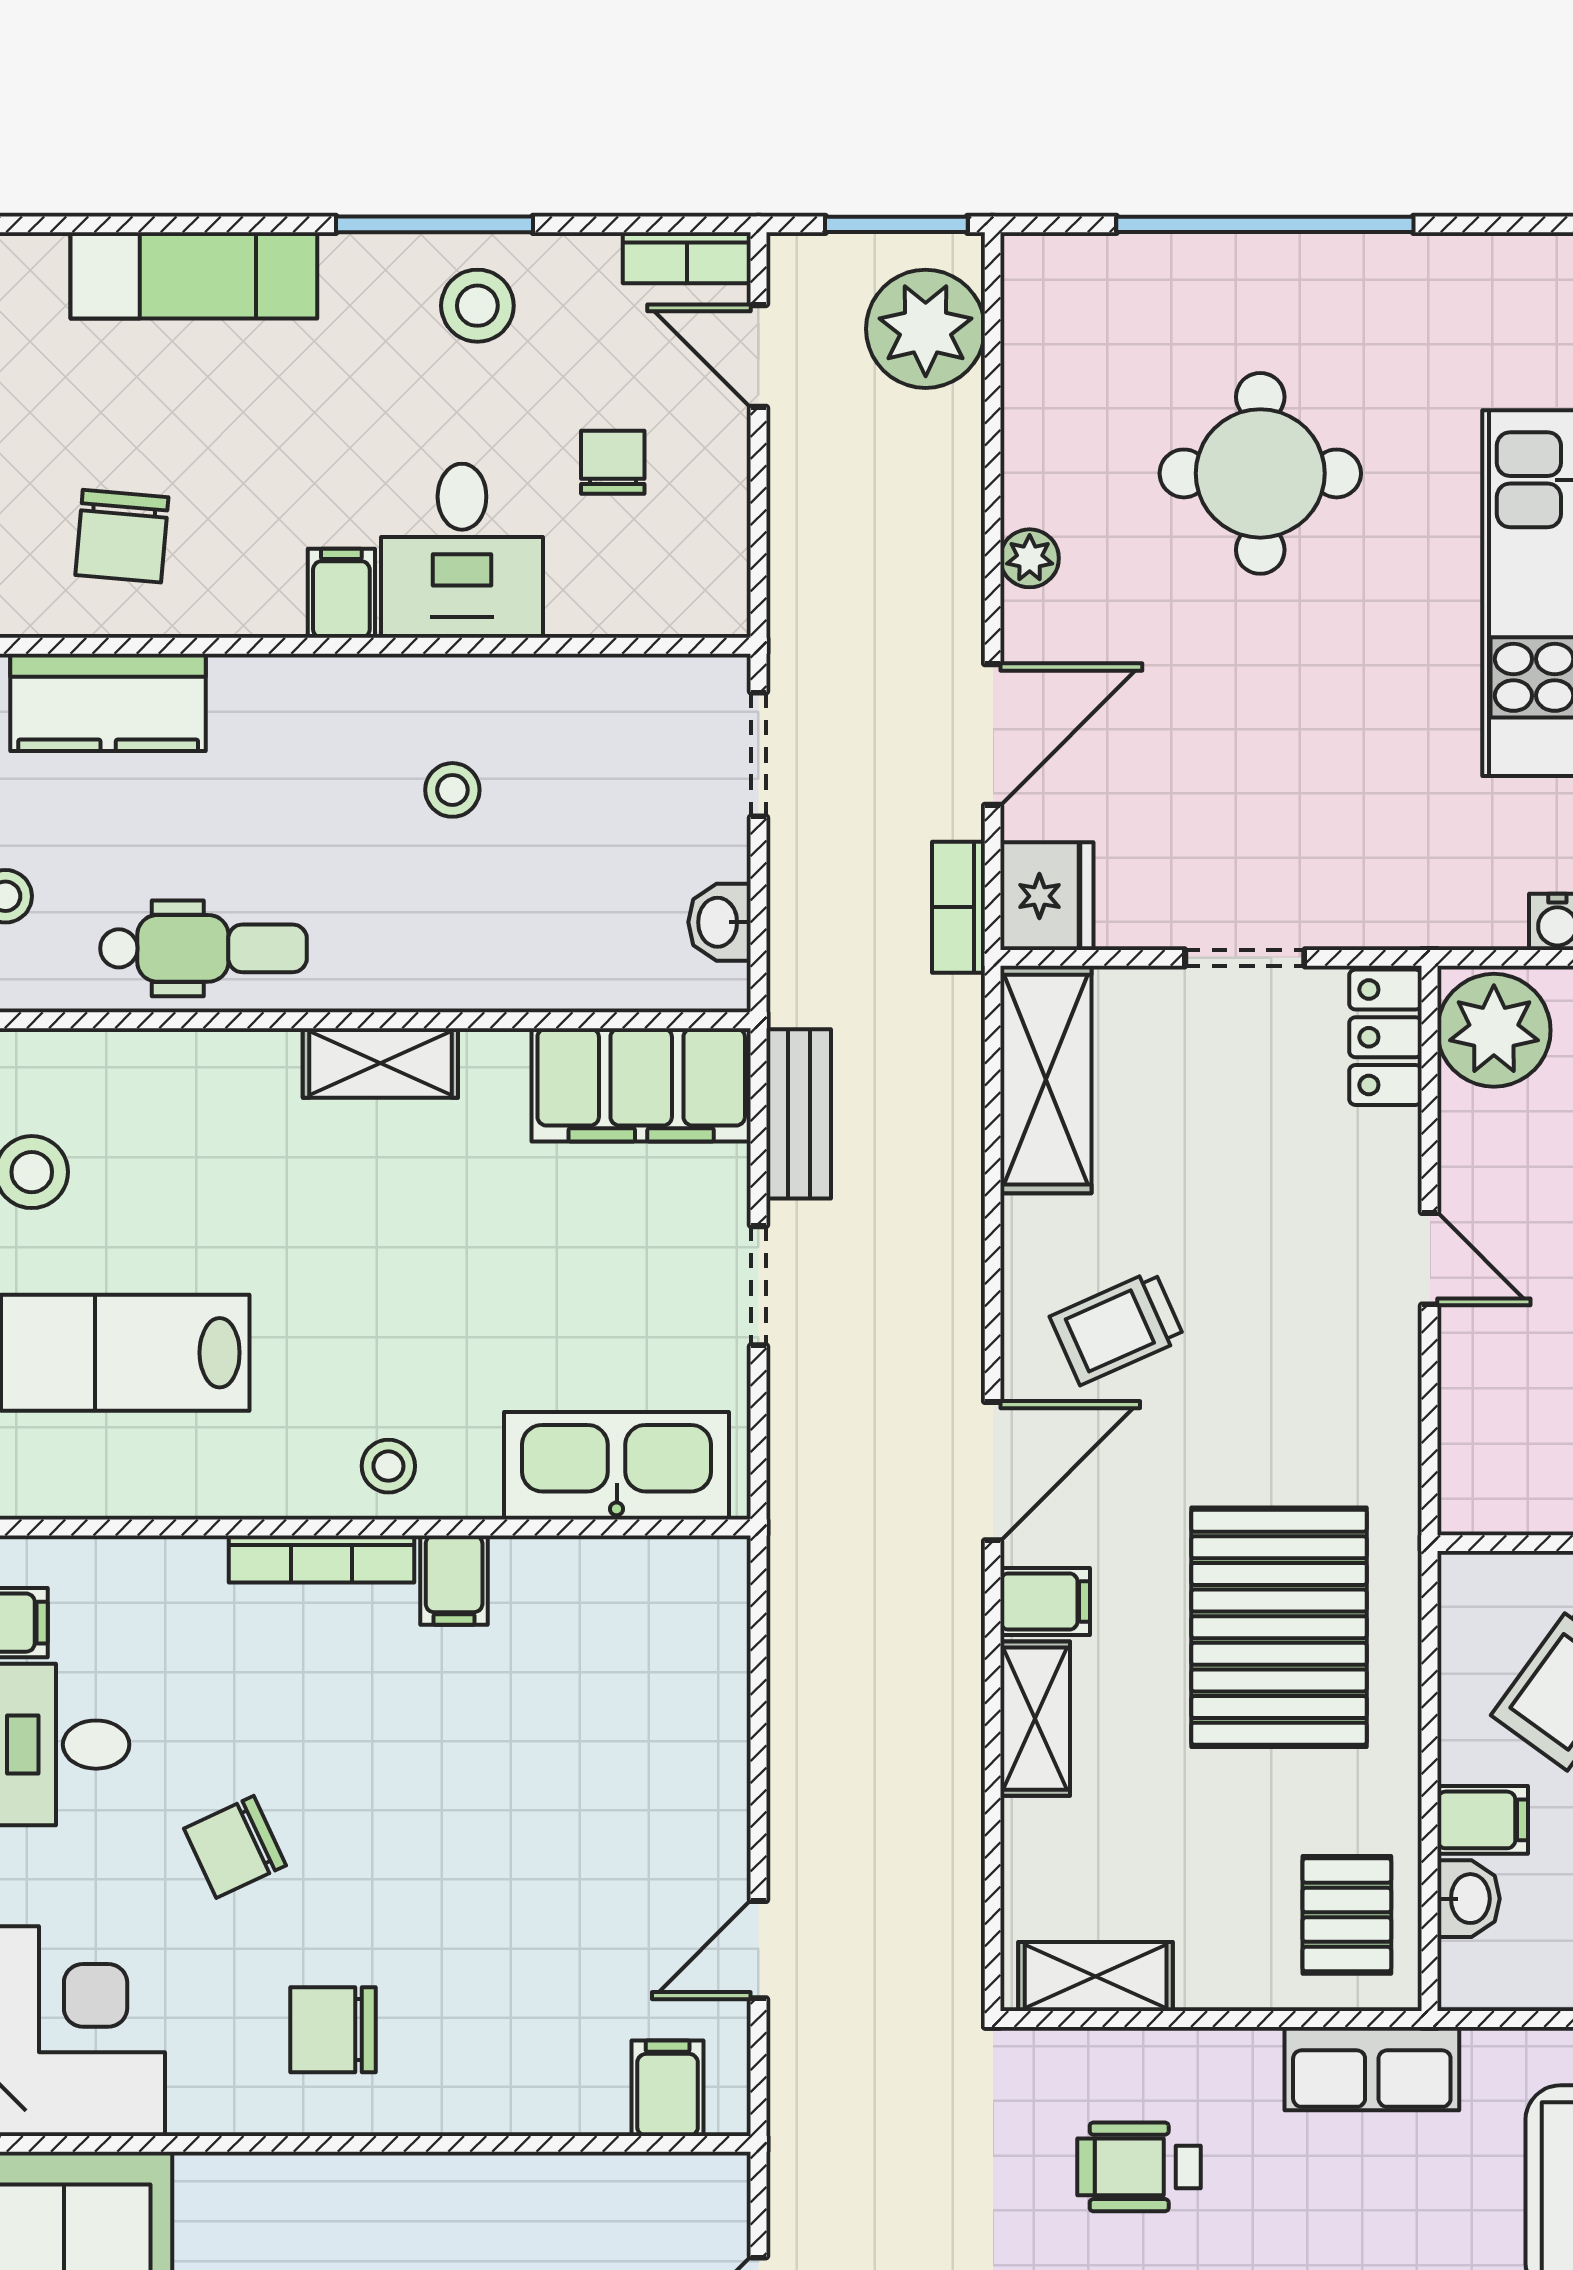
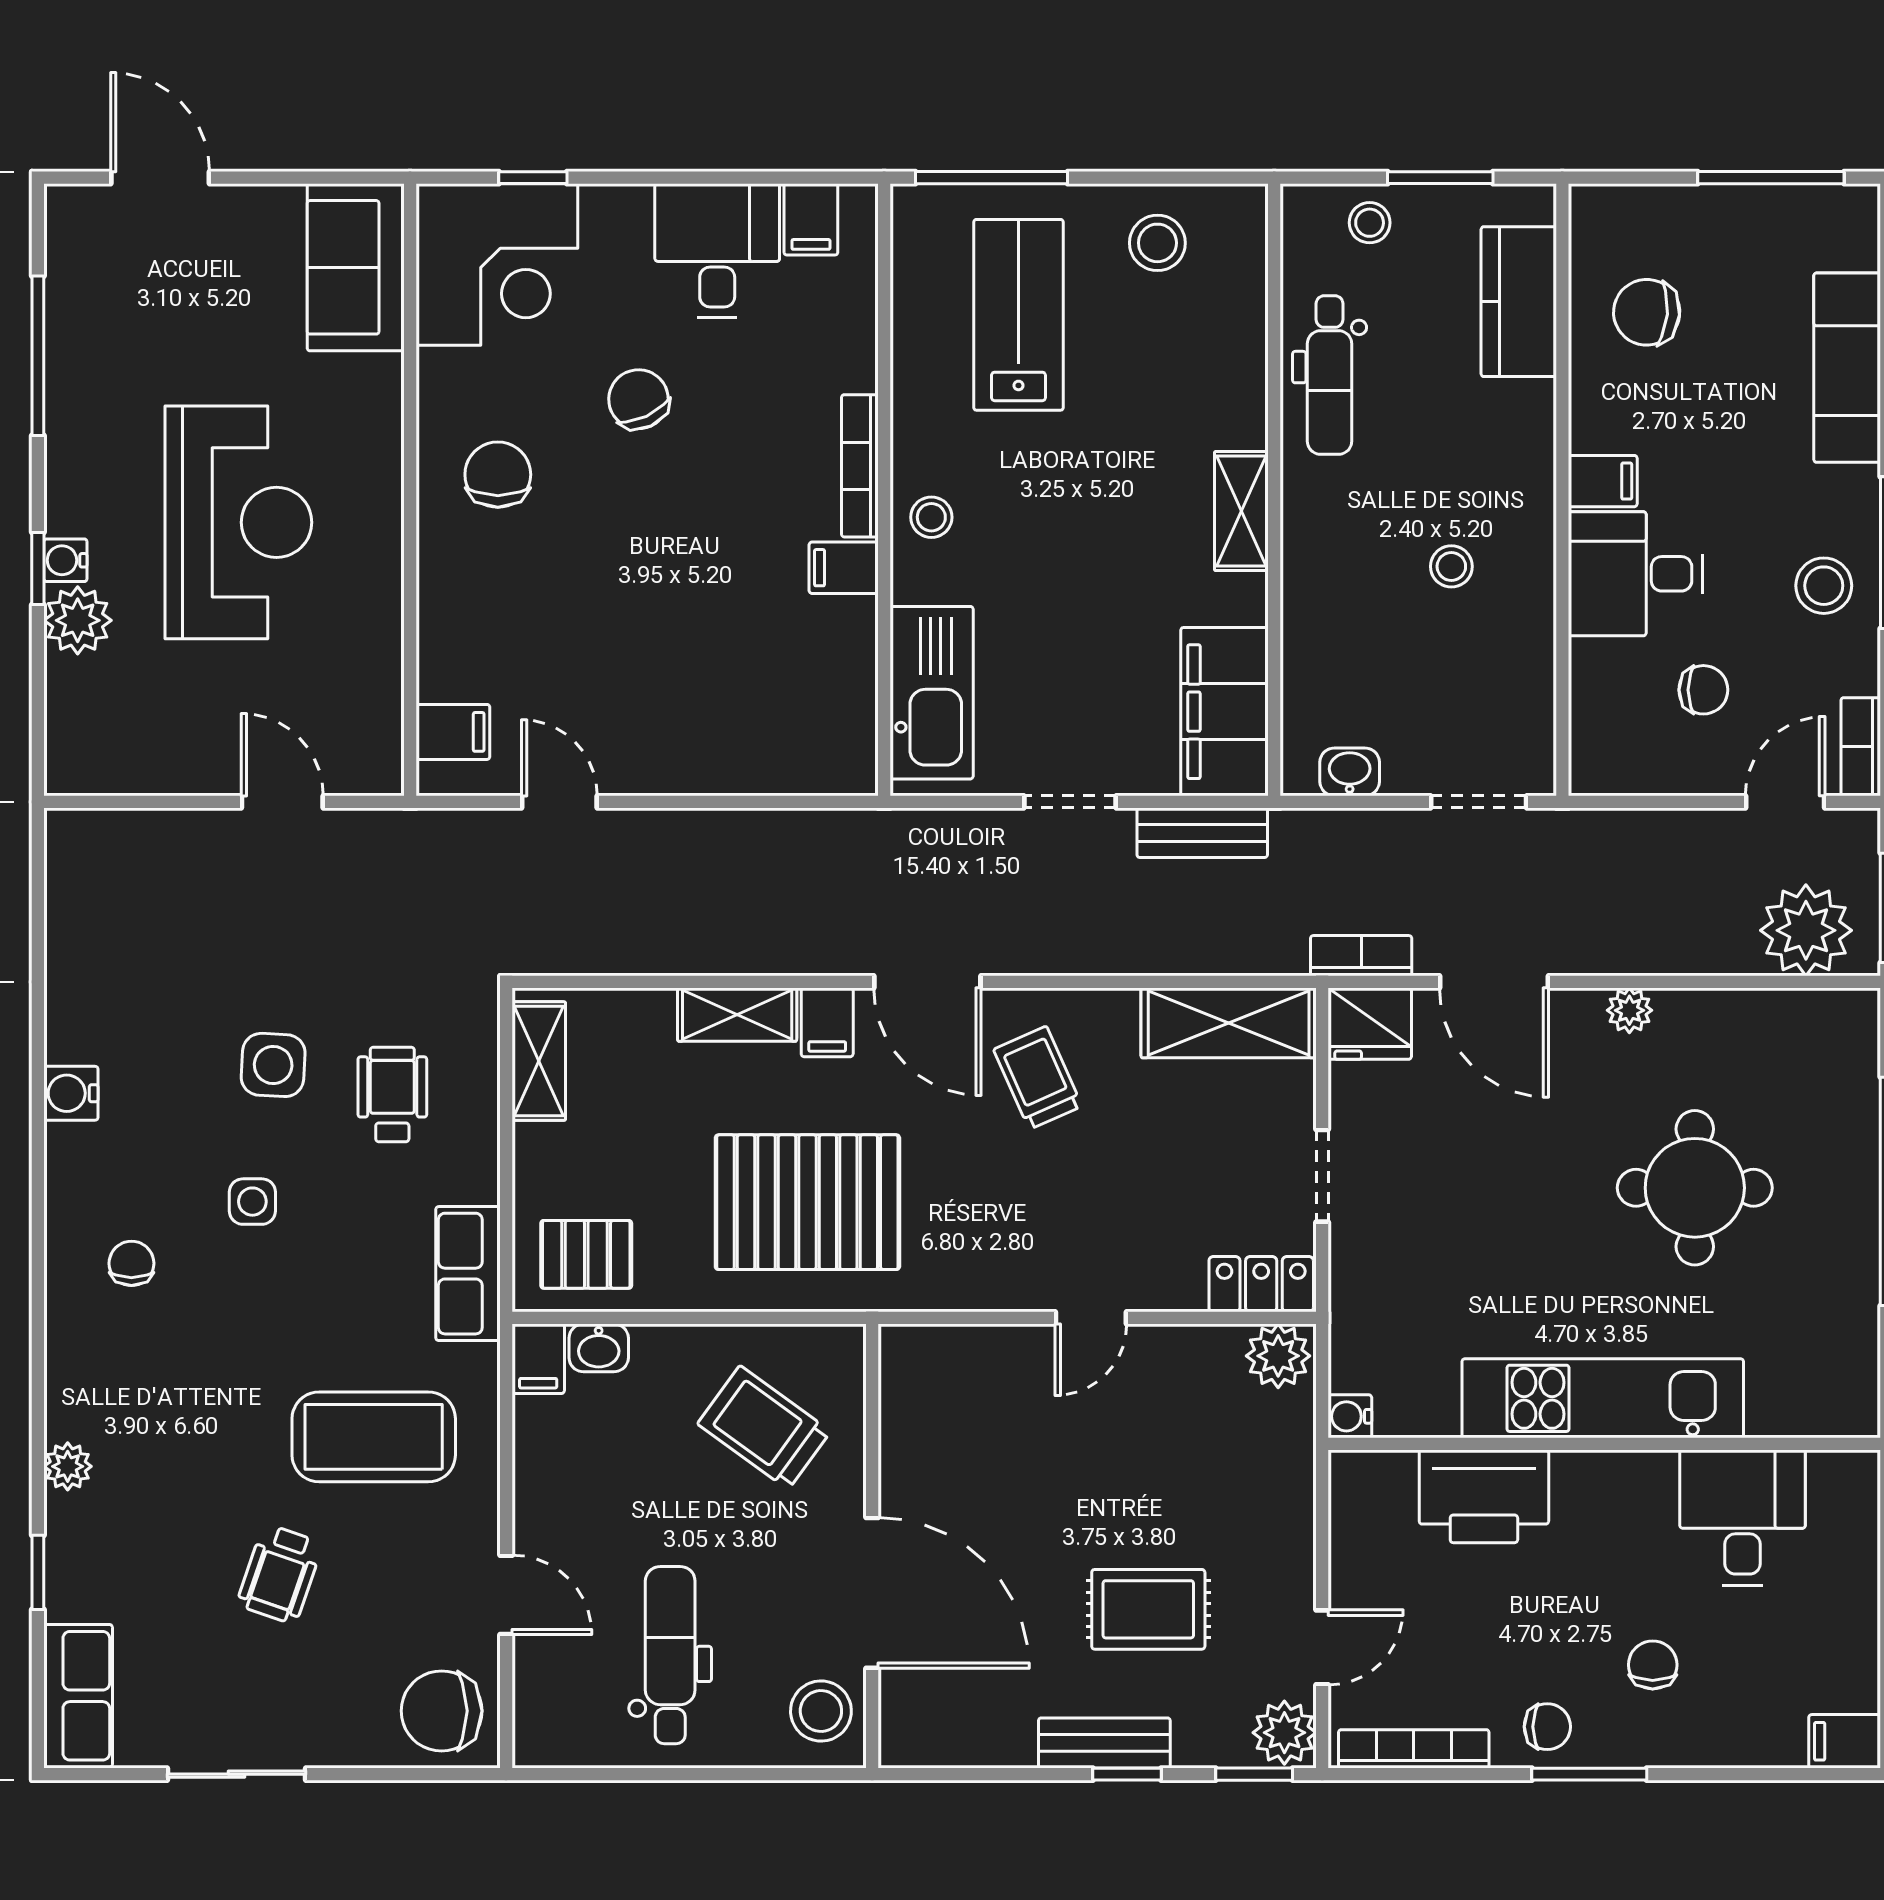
plant: (1494, 1030) -> (1278, 1356), width x0.73, depth x0.73
filing cabinet: (1483, 1820) -> (538, 1359), moved

